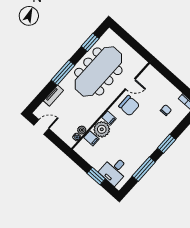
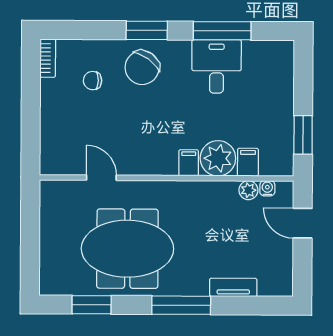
meeting table: (98, 71) -> (127, 249), width x0.73
chair: (129, 106) -> (142, 68), moved, turned -144
door: (41, 127) -> (303, 223), moved
desk: (114, 170) -> (217, 66), moved, turned -90
window: (96, 176) -> (303, 135), moved

